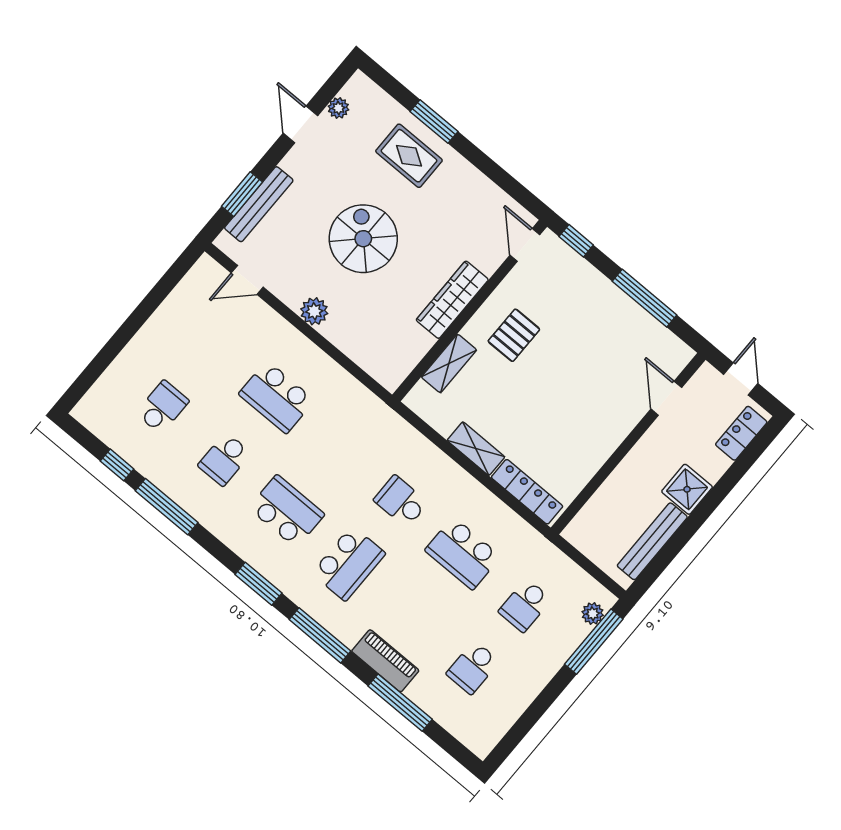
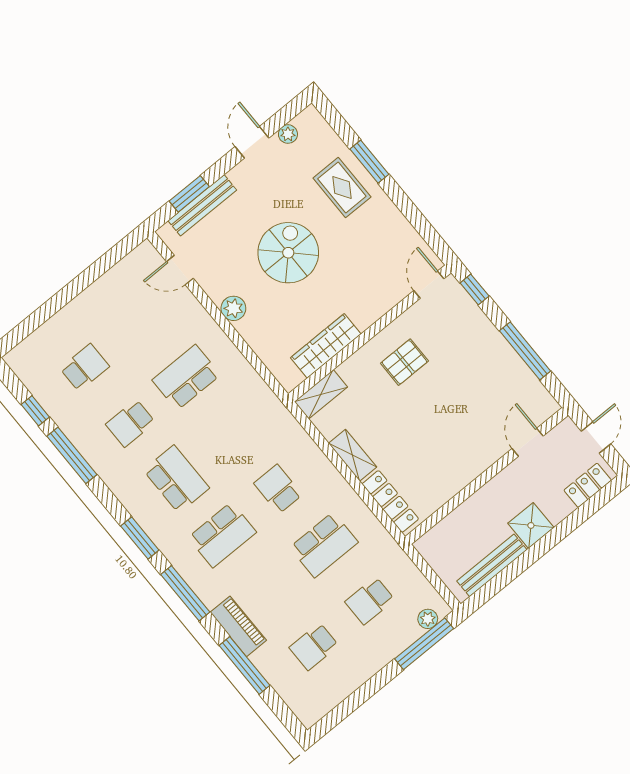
wardrobe: (452, 300) -> (326, 346), moved
shelving: (449, 363) -> (321, 394), moved
school desk: (277, 397) -> (186, 377), turned 90
school desk: (463, 553) -> (324, 545), turned -90

